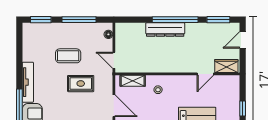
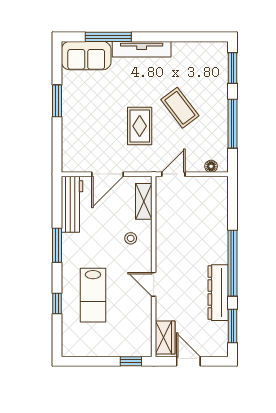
dresser: (165, 30) -> (218, 293), moved
door: (243, 40) -> (188, 361), moved
coffee table: (68, 56) -> (180, 108), turned -37
door: (205, 74) -> (154, 284), moved
window: (243, 108) -> (131, 361), moved

